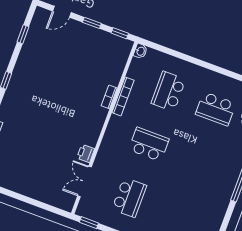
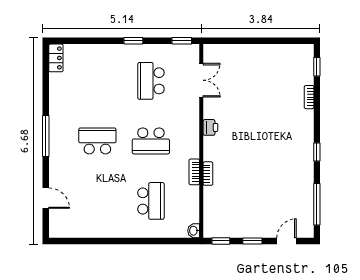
window: (23, 34) -> (317, 204), width x2.17
bookcase: (123, 96) -> (194, 172), width x0.64
school desk: (216, 109) -> (97, 141), moved
printer: (86, 153) -> (210, 127), moved

